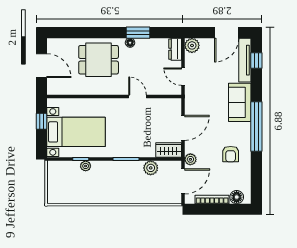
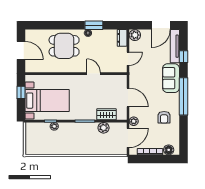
window: (256, 61) -> (184, 57), moved
door: (183, 77) -> (128, 59), swing flipped
door: (183, 128) -> (128, 97), hinge flipped
wardrobe: (169, 150) -> (106, 114), moved

